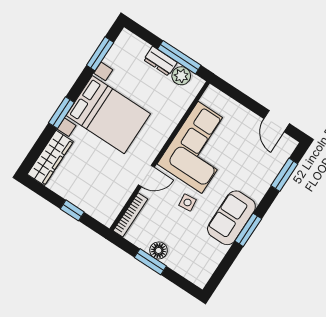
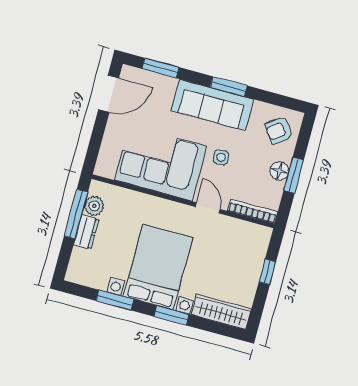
window: (100, 54) -> (115, 300), moved
door: (277, 121) -> (109, 94), width x1.38
sofa: (231, 218) -> (212, 105), width x1.36
armchair: (195, 262) -> (279, 130), added

